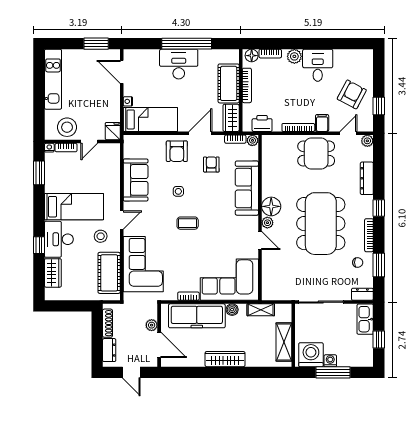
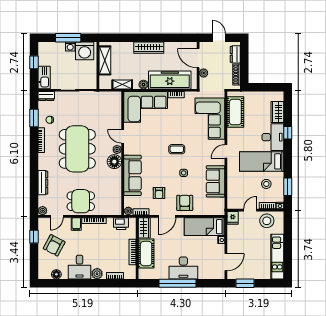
floor lamp: (252, 56) -> (56, 274), moved
door: (122, 72) -> (226, 262), hinge flipped
window: (379, 208) -> (34, 160), removed
stool: (101, 236) -> (266, 184), moved

